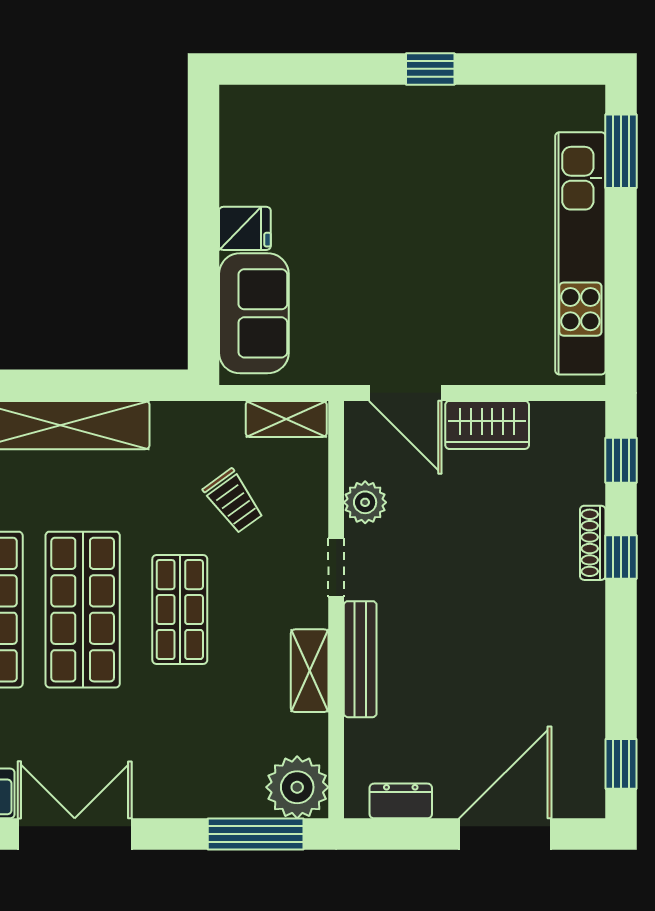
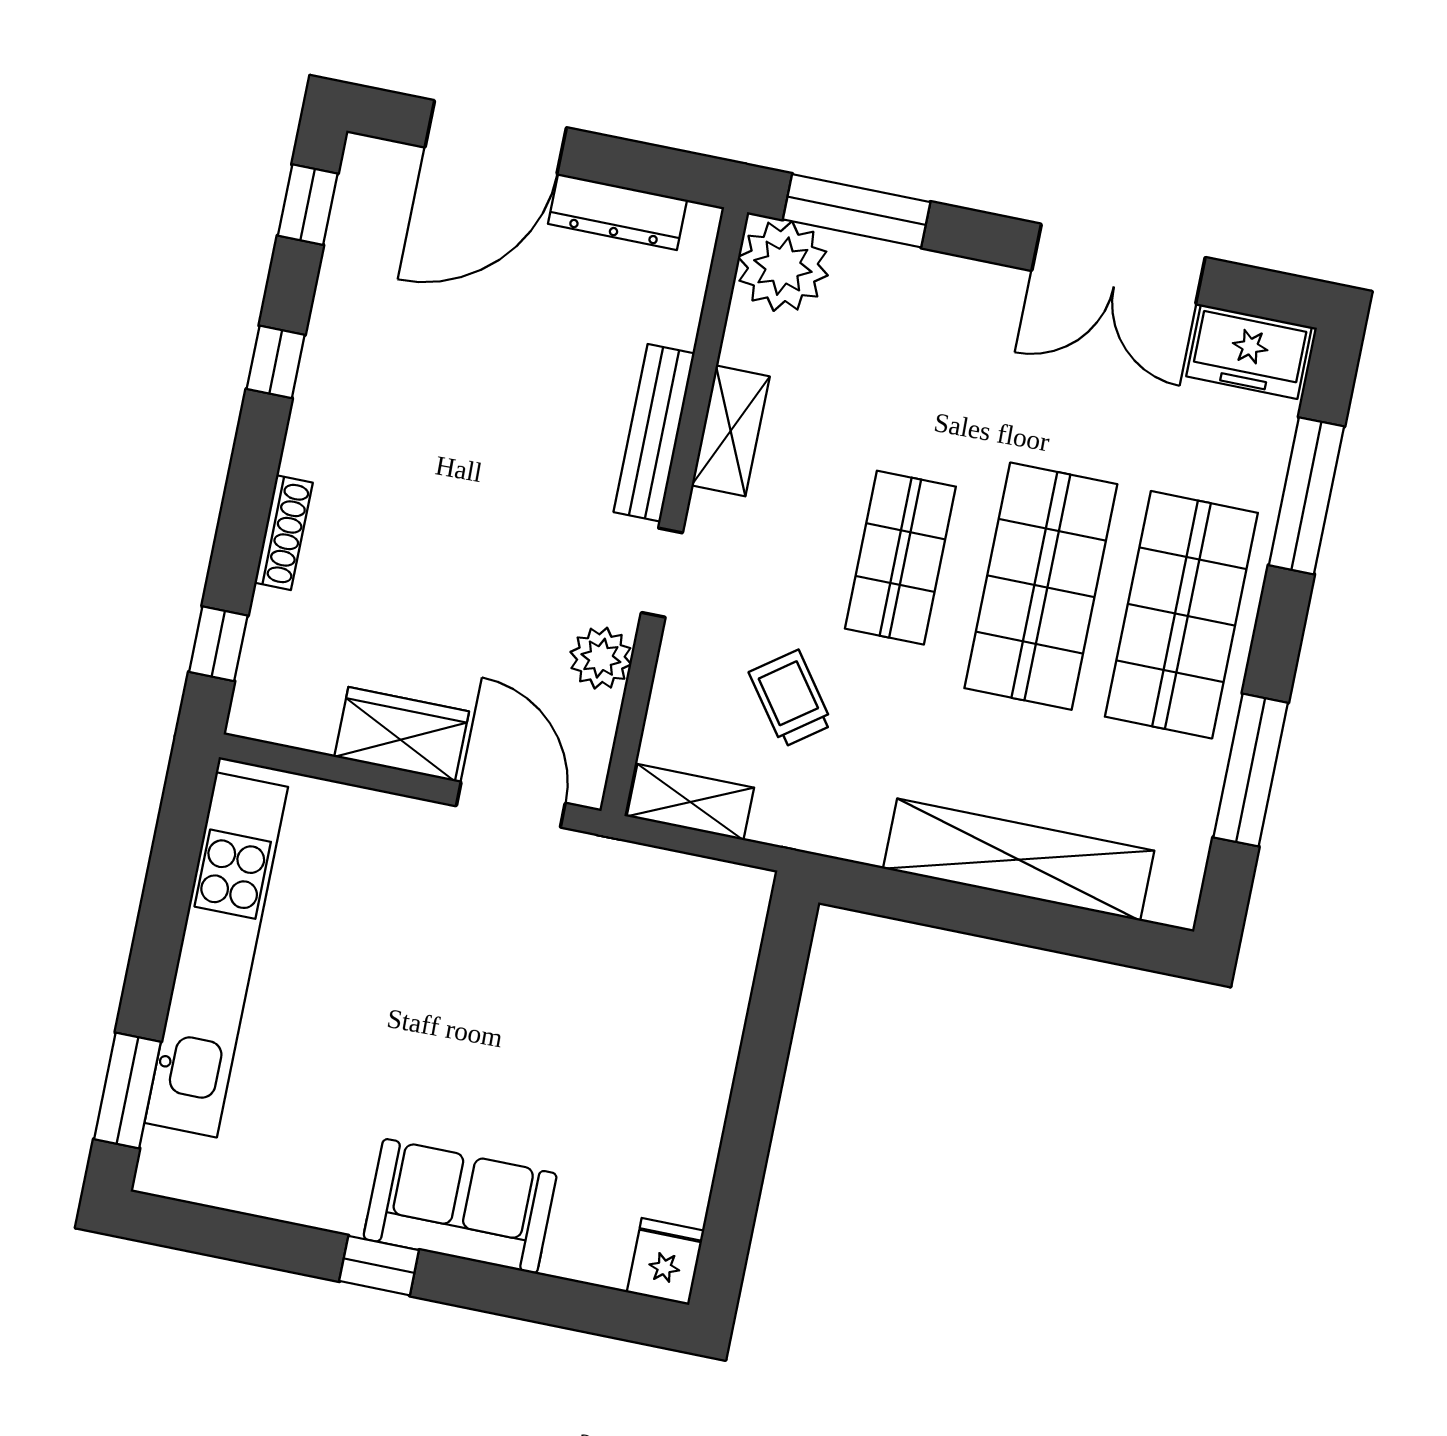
fridge: (245, 228) -> (665, 1261), moved, turned 90
sofa: (254, 313) -> (460, 1206), moved, turned 90
window: (621, 557) -> (276, 362), moved
dresser: (401, 801) -> (617, 212), width x1.44

